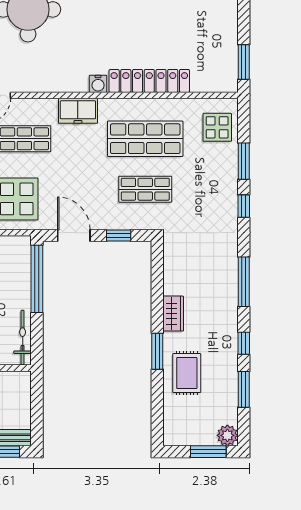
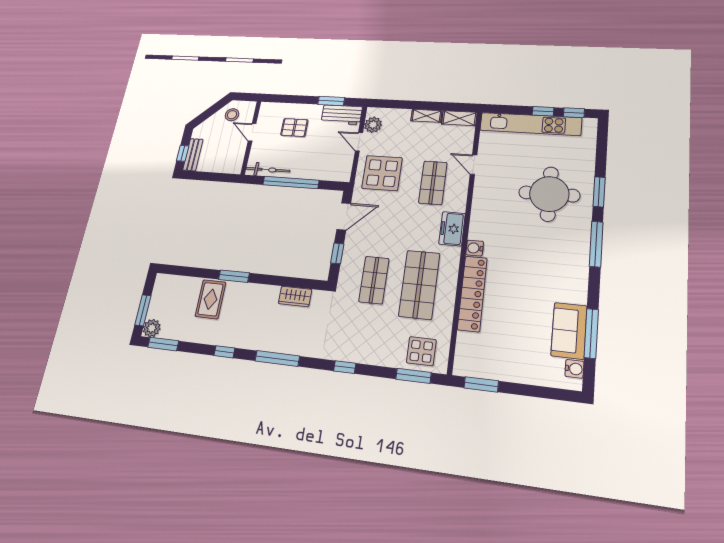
window: (244, 161) -> (413, 376), moved
window: (37, 279) -> (291, 183), moved
wardrobe: (173, 314) -> (295, 296), moved
rug: (187, 373) -> (210, 299), turned 90
window: (244, 389) -> (163, 344), moved

